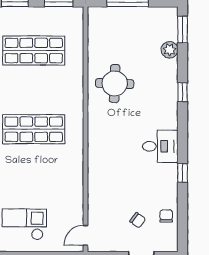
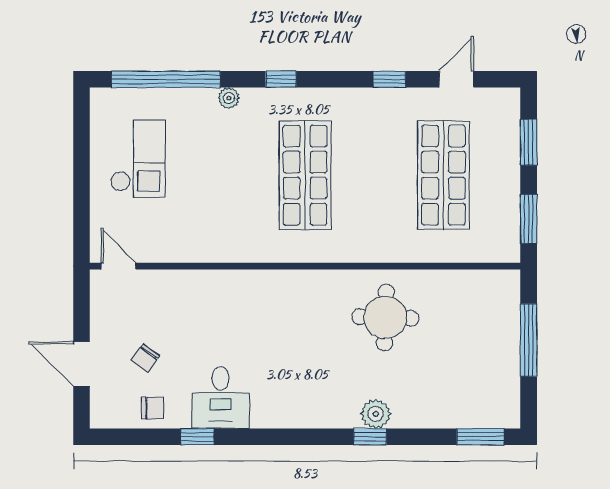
plant: (170, 50) -> (376, 414), moved
desk: (160, 146) -> (221, 398), moved
window: (183, 173) -> (197, 437), moved

